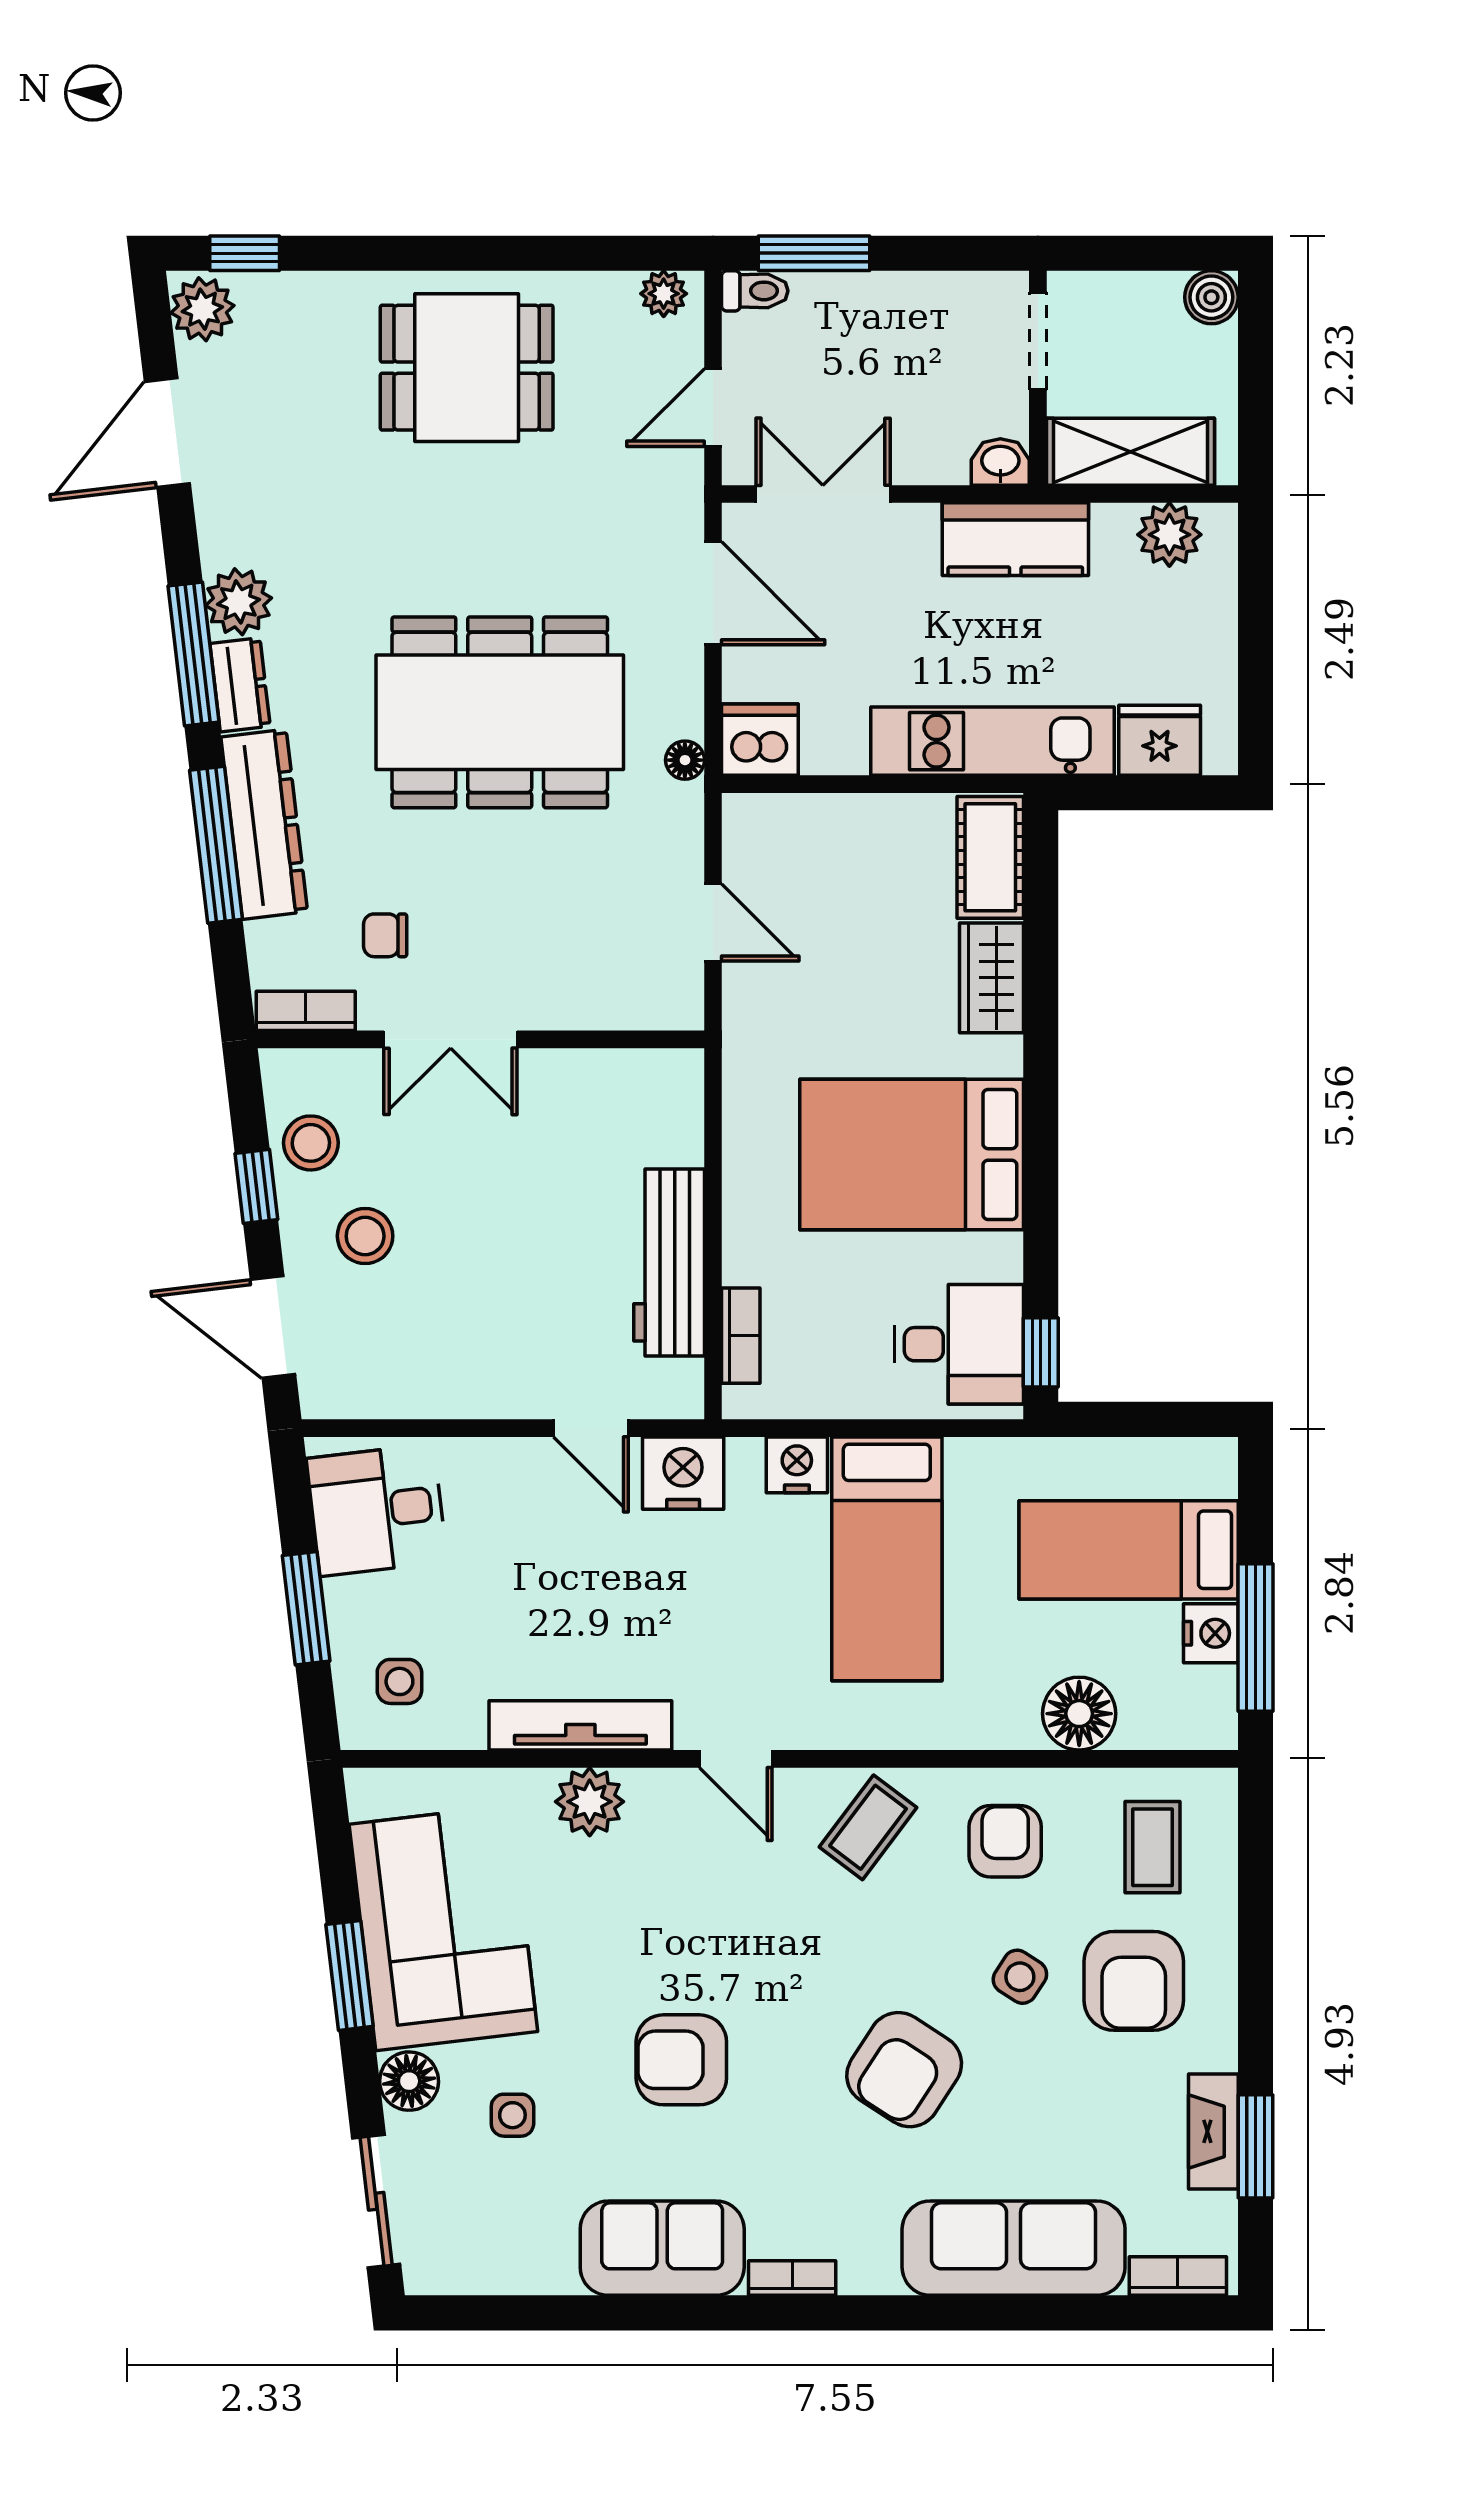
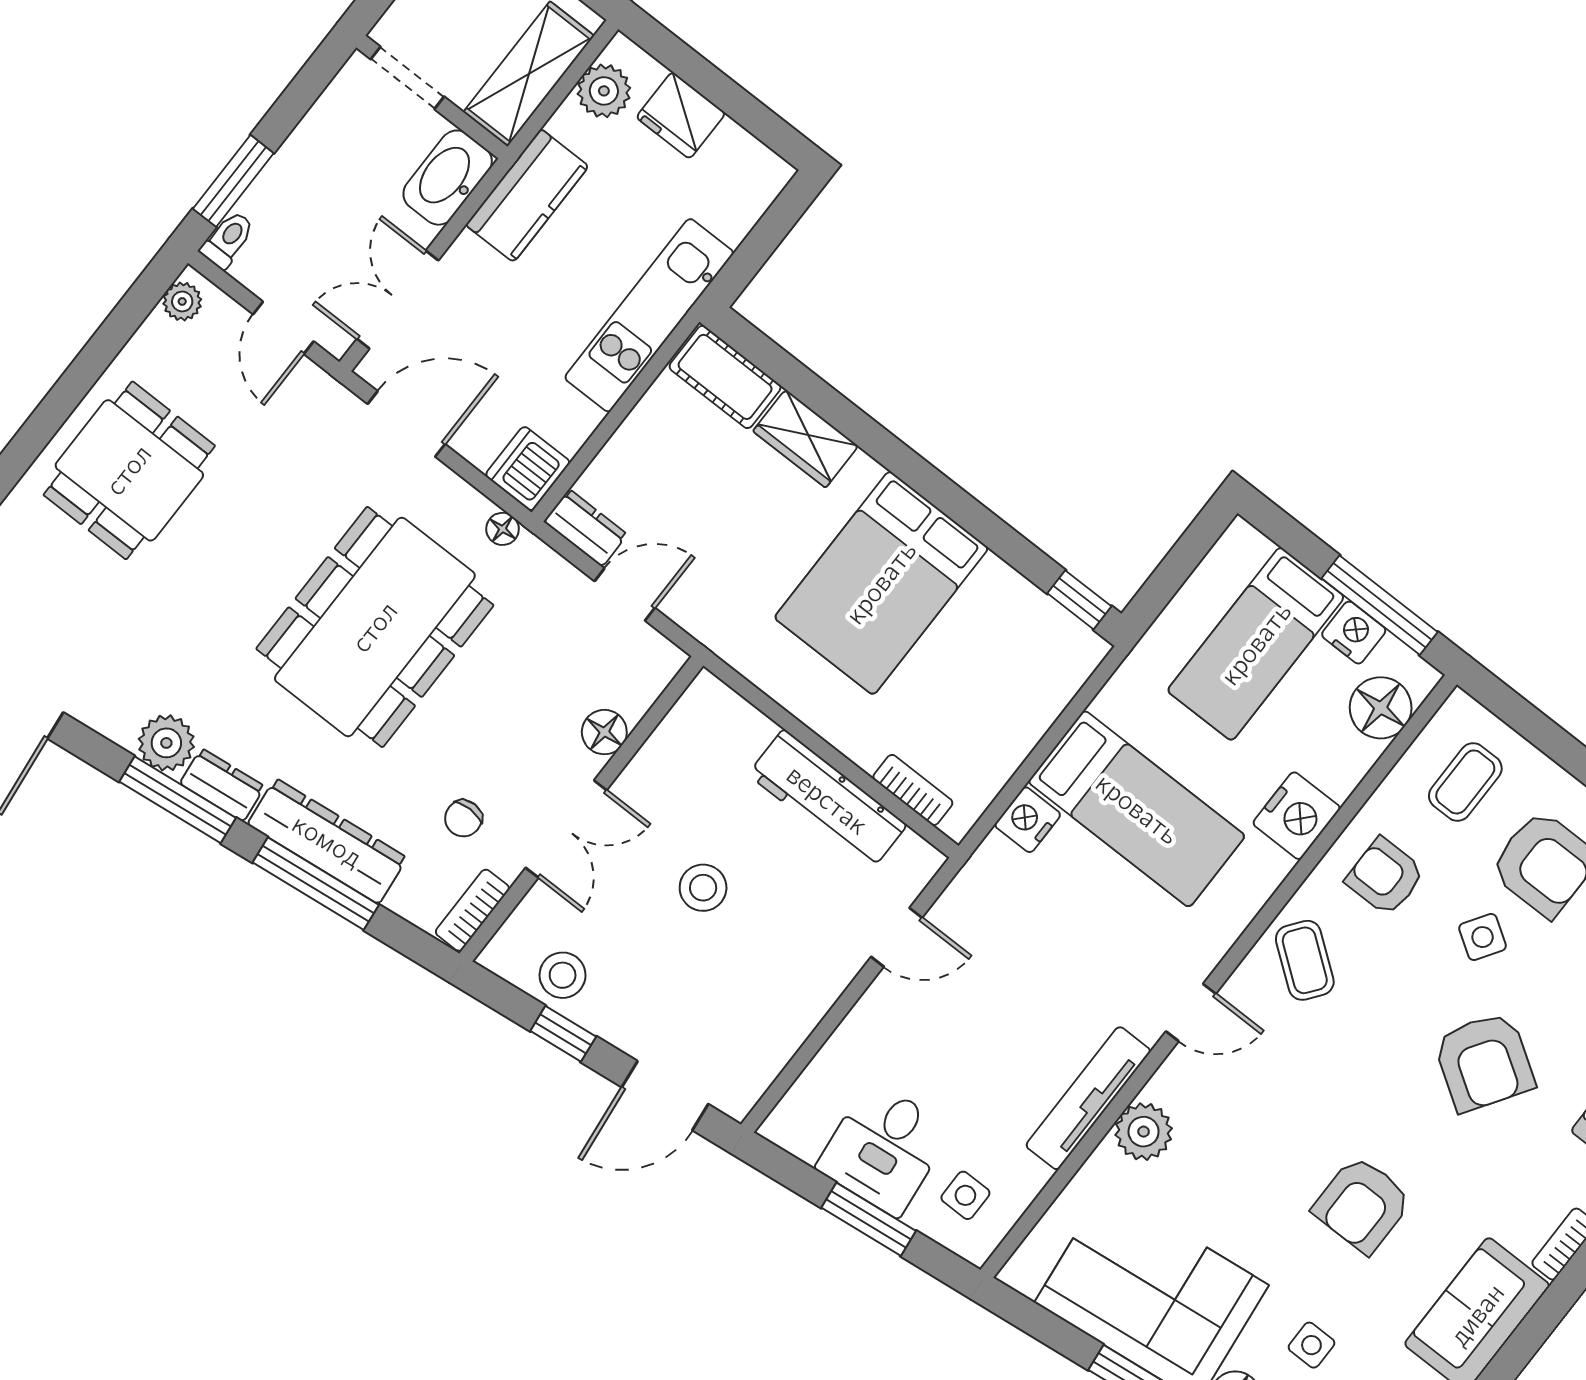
washbasin: (1000, 462) -> (448, 178), width x1.91, depth x1.45
fridge: (1160, 740) -> (681, 115), moved, turned -90
dresser: (747, 837) -> (586, 528), added
floor lamp: (569, 1004) -> (604, 732), added
stool: (365, 1236) -> (703, 888), moved
desk: (959, 1344) -> (1031, 650), removed
nightstand: (683, 1473) -> (1297, 816), moved, turned 180
desk: (377, 1510) -> (884, 1148), moved
floor lamp: (1079, 1714) -> (1381, 708), moved
coffee table: (1153, 1847) -> (1465, 782), turned 90

